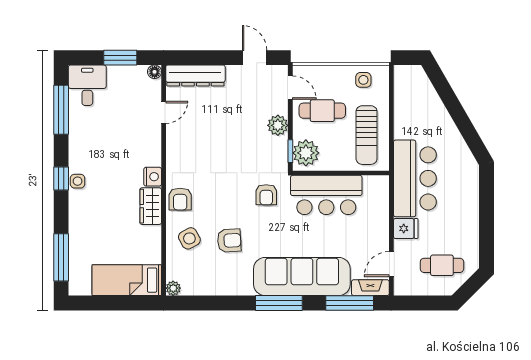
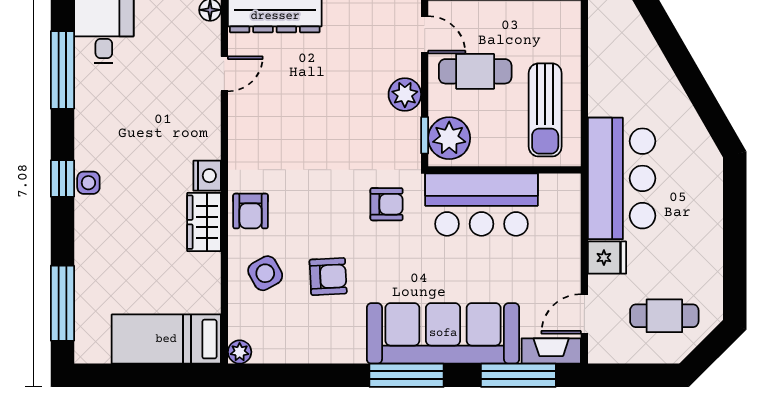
side table: (363, 80) -> (540, 23), removed
armchair: (266, 195) -> (387, 204), turned -90

